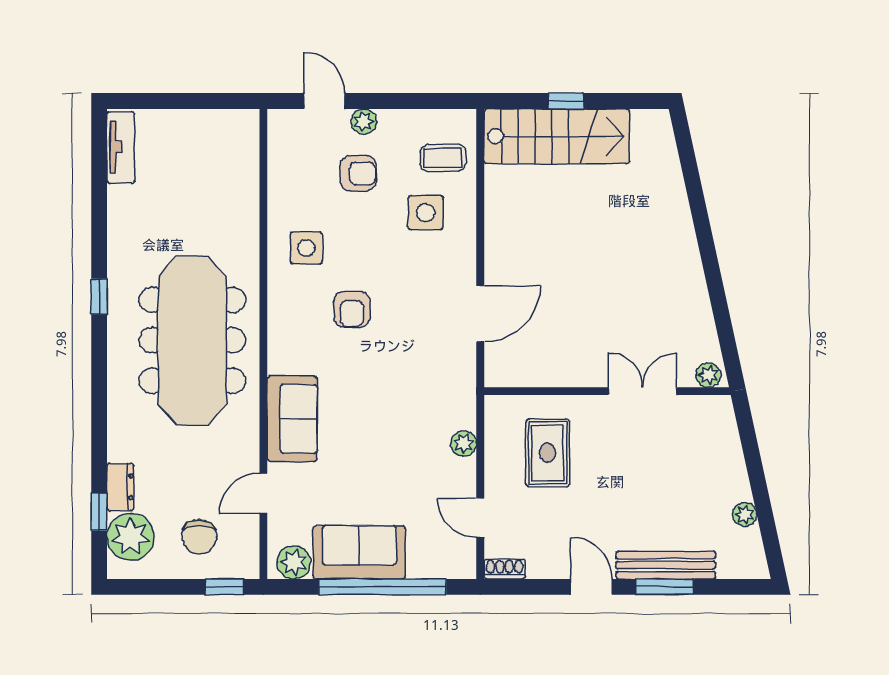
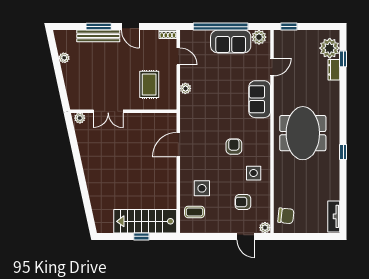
plant: (364, 122) -> (265, 228), moved
armchair: (358, 173) -> (243, 202), moved
meeting table: (192, 340) -> (303, 133), width x0.73
chair: (199, 537) -> (286, 216), moved, turned 96

